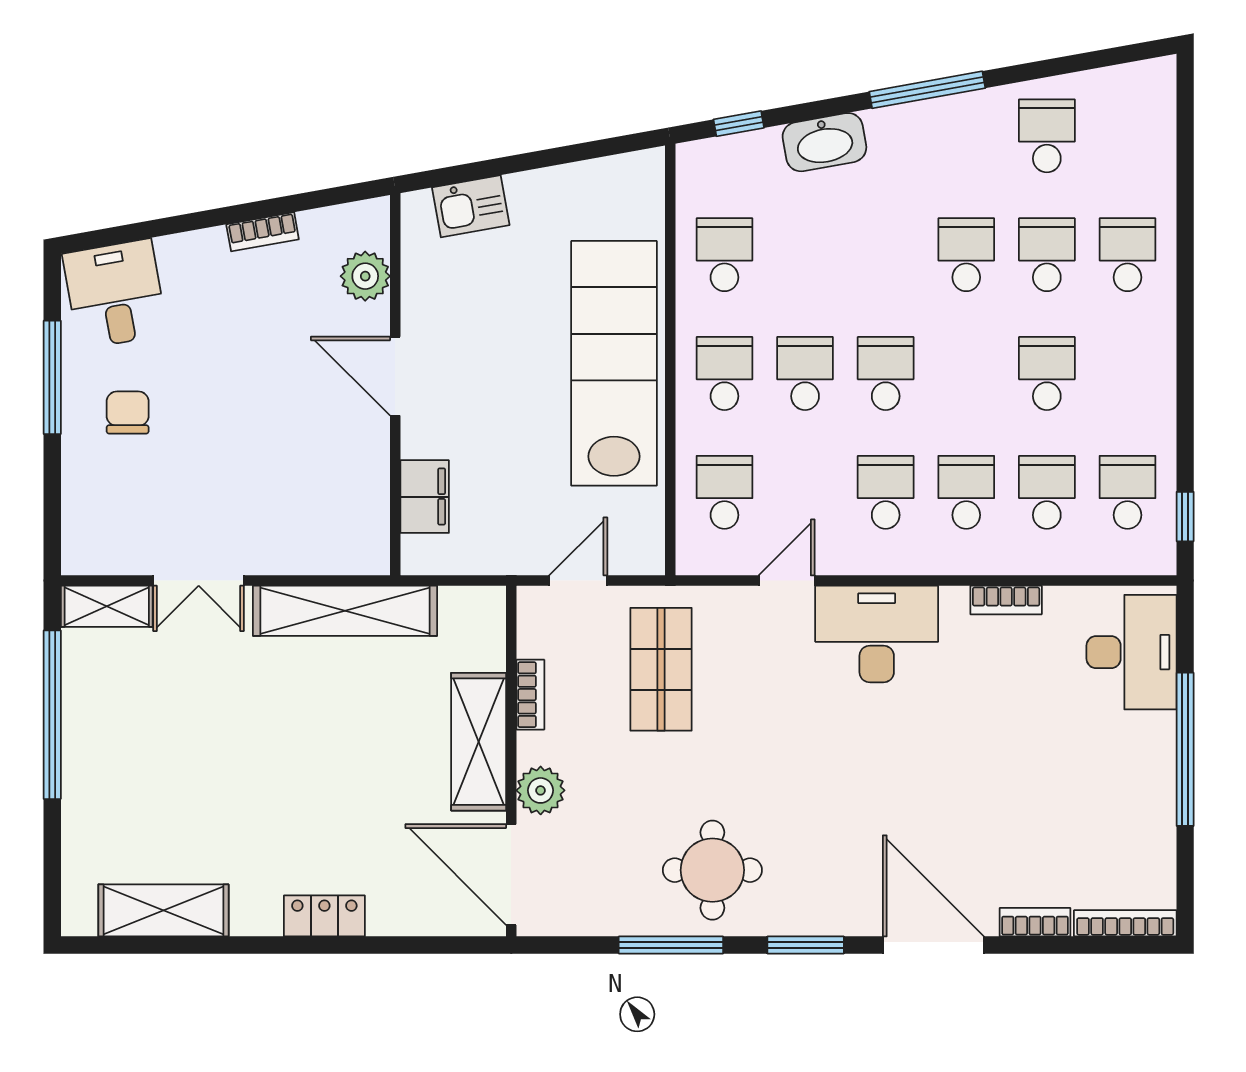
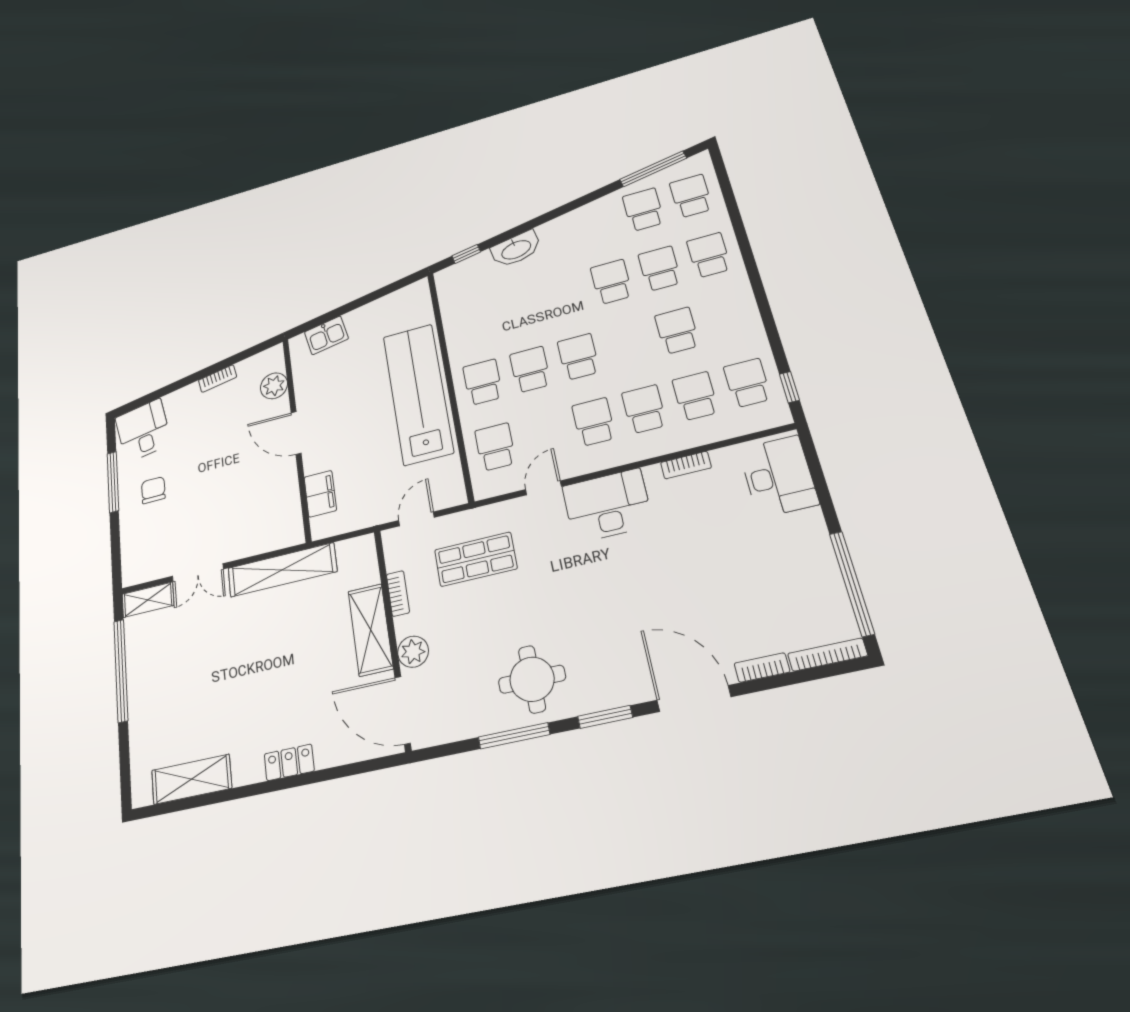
window: (927, 90) -> (653, 169), moved
school desk: (724, 255) -> (691, 196), moved
shop shelf: (661, 669) -> (476, 559), turned 90
window: (1185, 749) -> (852, 583), moved

